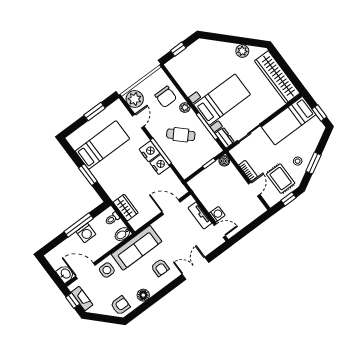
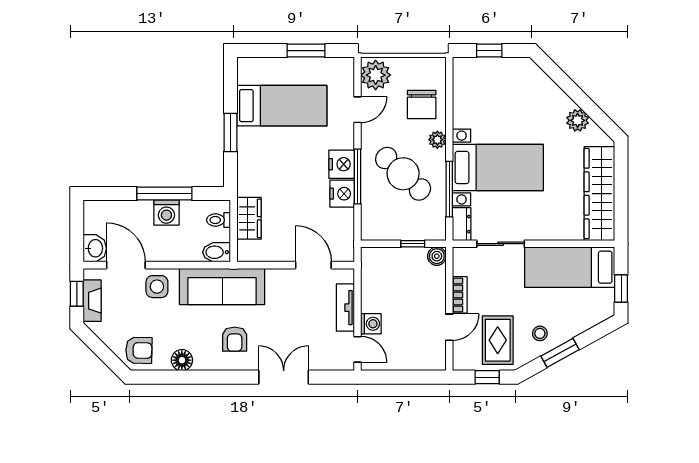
cafe table: (181, 135) -> (403, 174), width x1.37, depth x1.35

